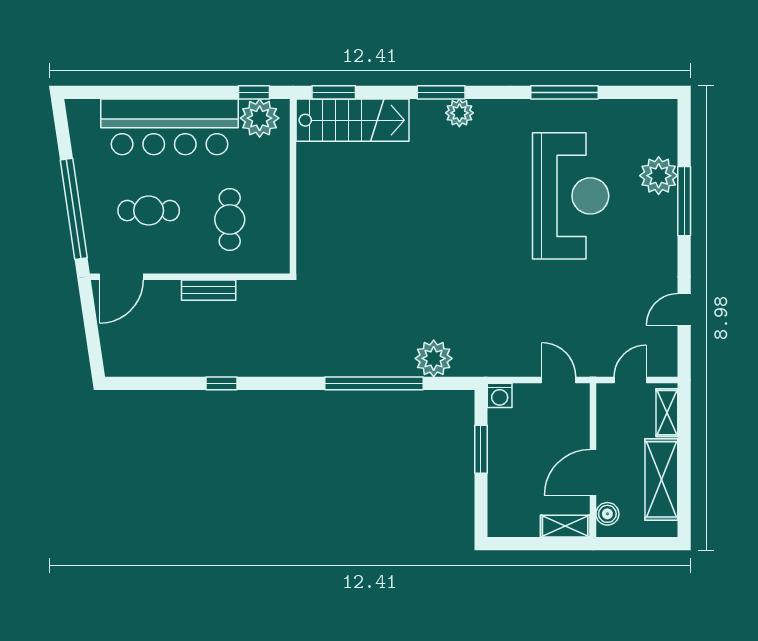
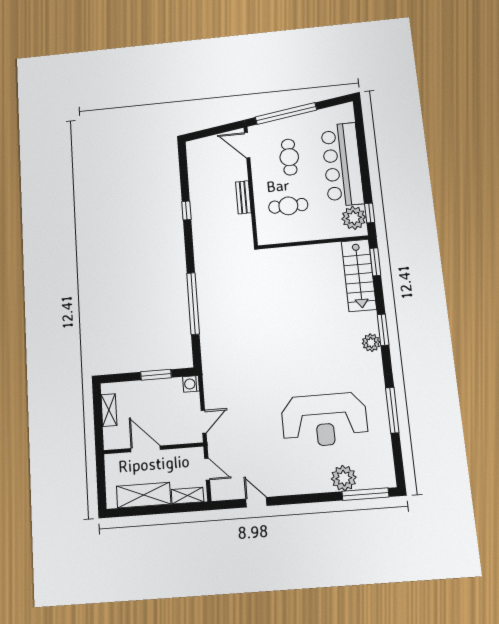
window: (684, 201) -> (365, 494), moved
plant: (434, 358) -> (212, 340), removed
boiler: (607, 514) -> (119, 461), removed
shelving: (565, 526) -> (109, 410), moved

